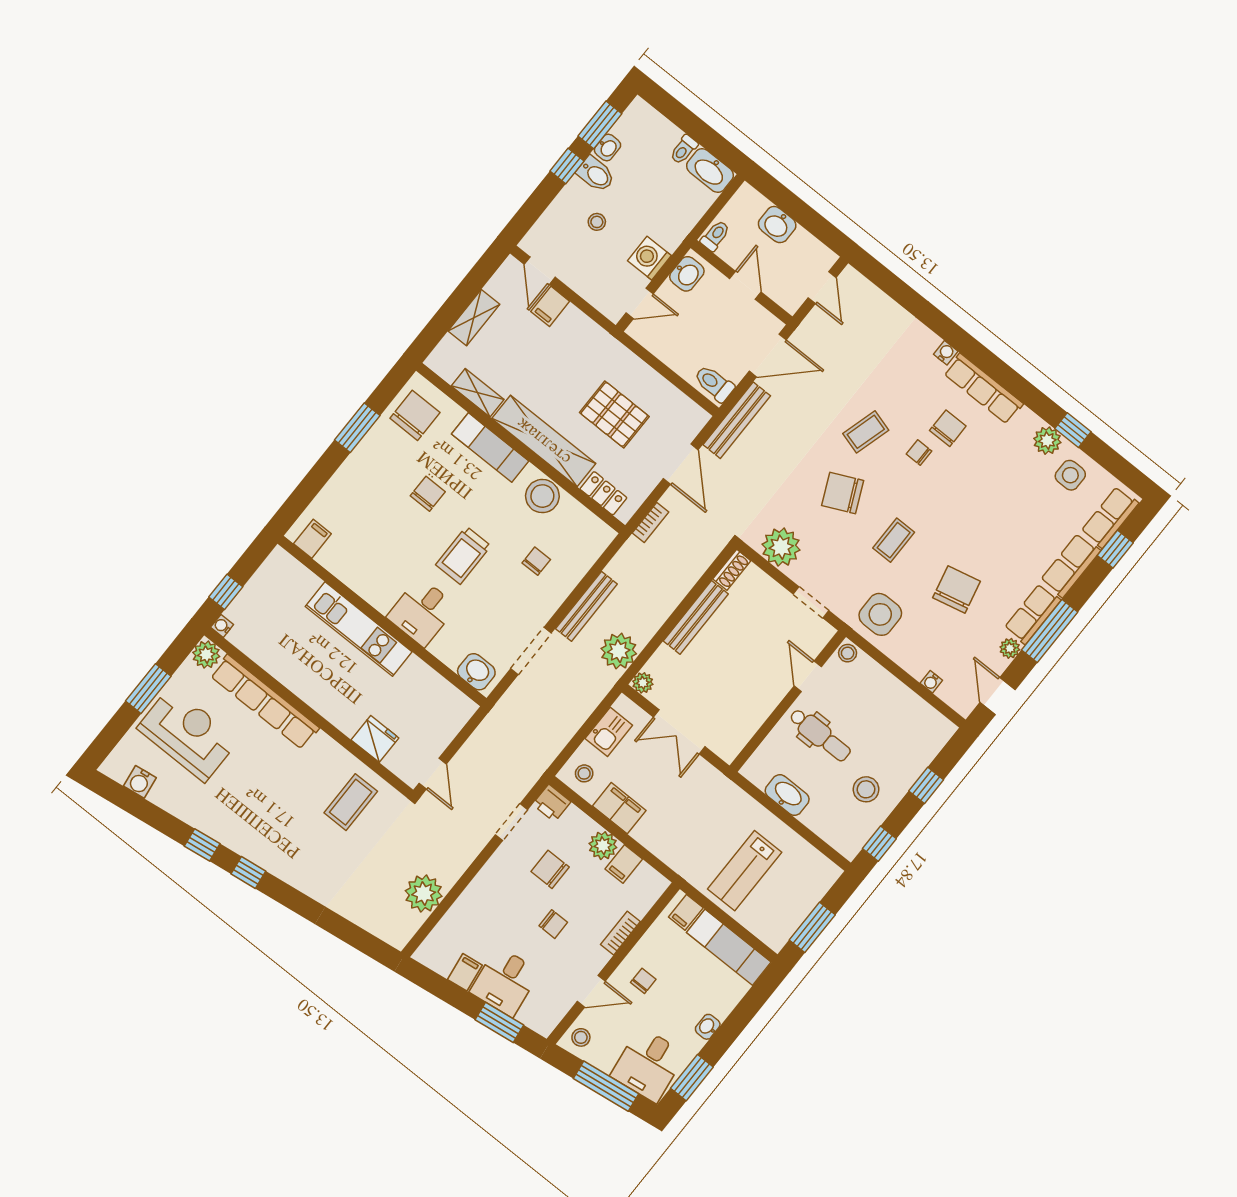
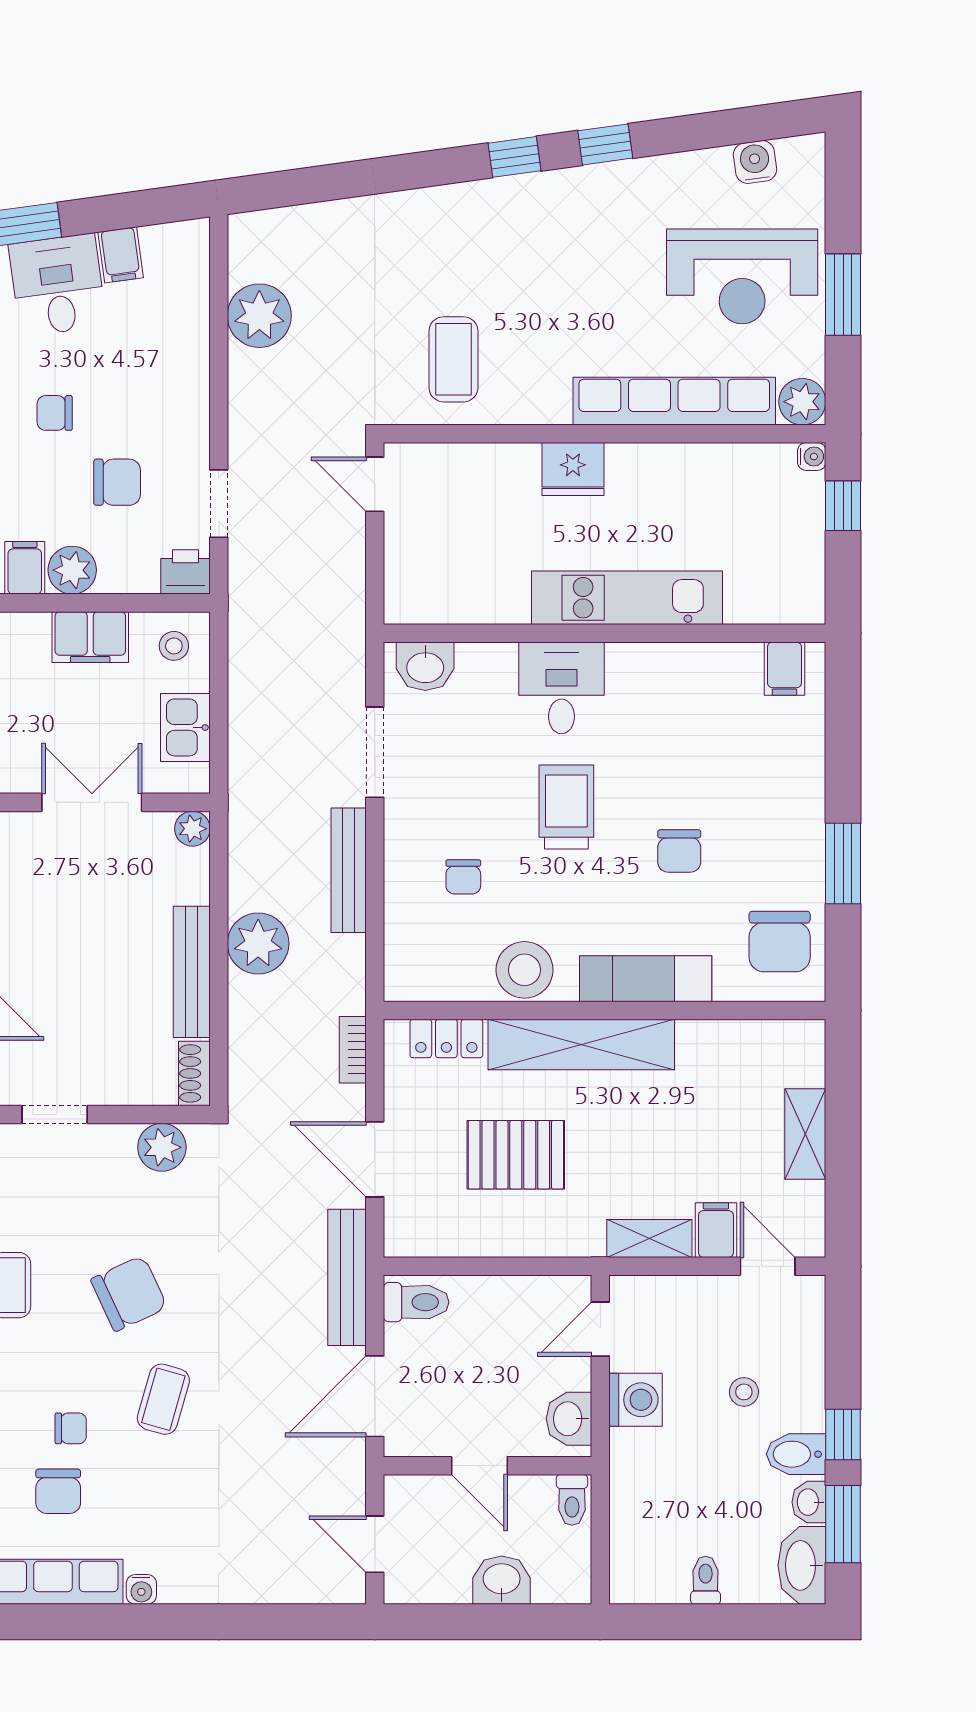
washbasin: (710, 171) -> (802, 1565), moved, turned -90
shelving: (478, 393) -> (649, 1238), moved
plant: (781, 547) -> (162, 1147), width x0.73, depth x0.73
plant: (619, 651) -> (258, 944), moved
fridge: (375, 739) -> (573, 469), moved

